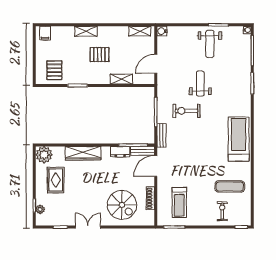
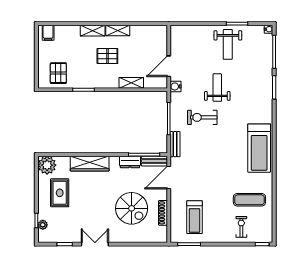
shelving: (140, 31) -> (118, 30), moved
water cooler: (162, 31) -> (176, 86), moved
treadmill: (239, 139) -> (259, 148), turned 180
spiral stairs: (122, 205) -> (132, 208), moved

